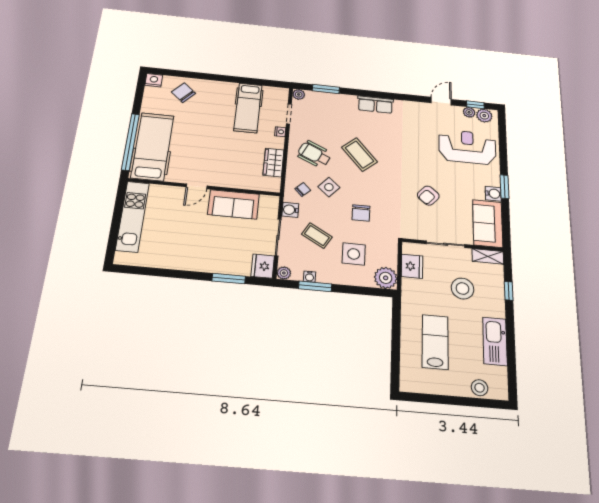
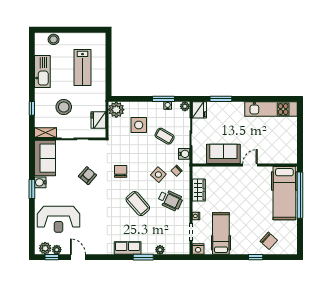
window: (204, 76) -> (256, 257), added
nightstand: (154, 80) -> (198, 249), moved
window: (326, 89) -> (143, 257), moved
plant: (299, 94) -> (160, 250), moved
door: (441, 101) -> (78, 257), swing flipped
chair: (361, 213) -> (121, 171), moved
kitchen unit: (132, 216) -> (271, 109), moved, turned -90

